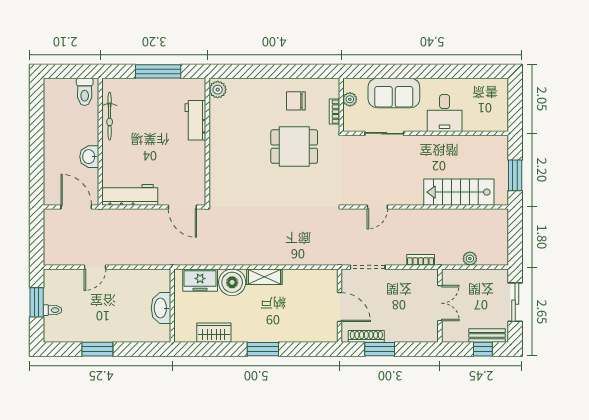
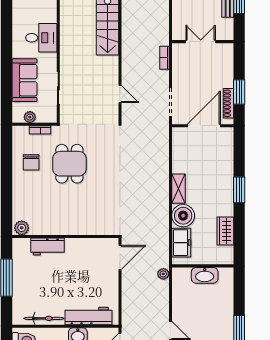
workbench: (130, 195) -> (89, 316), moved, turned 90
plant: (470, 259) -> (163, 274), moved
door: (340, 307) -> (204, 126), width x1.36

